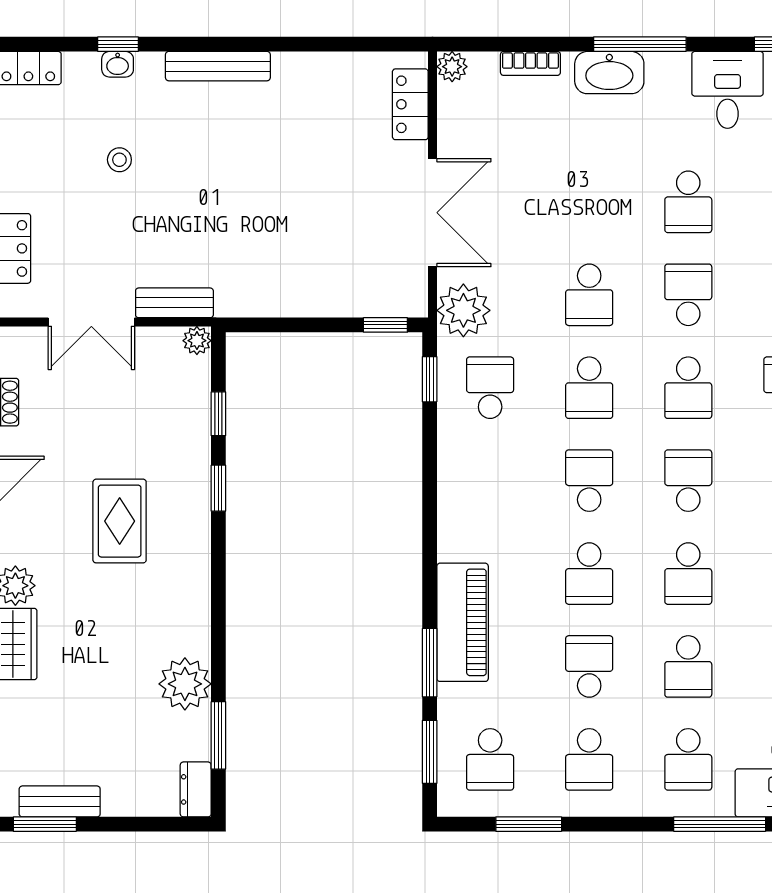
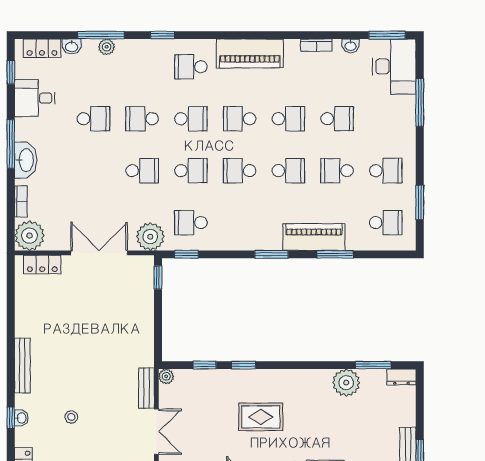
plant: (452, 67) -> (29, 236), width x1.88, depth x1.88
window: (430, 752) -> (271, 254), moved
school desk: (688, 759) -> (386, 119), removed

